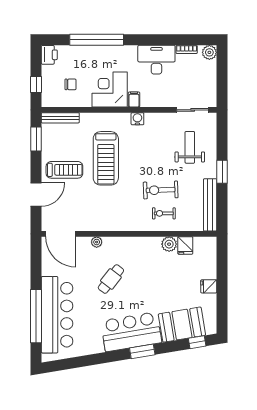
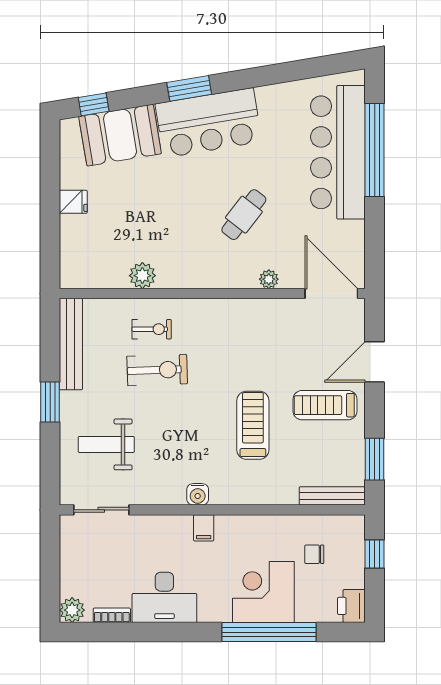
corner desk: (110, 90) -> (263, 592), moved, turned 180
weight bench: (190, 147) -> (106, 444), turned 90
treadmill: (106, 158) -> (253, 425), width x0.73, depth x0.73
fridge: (185, 245) -> (114, 273), removed

